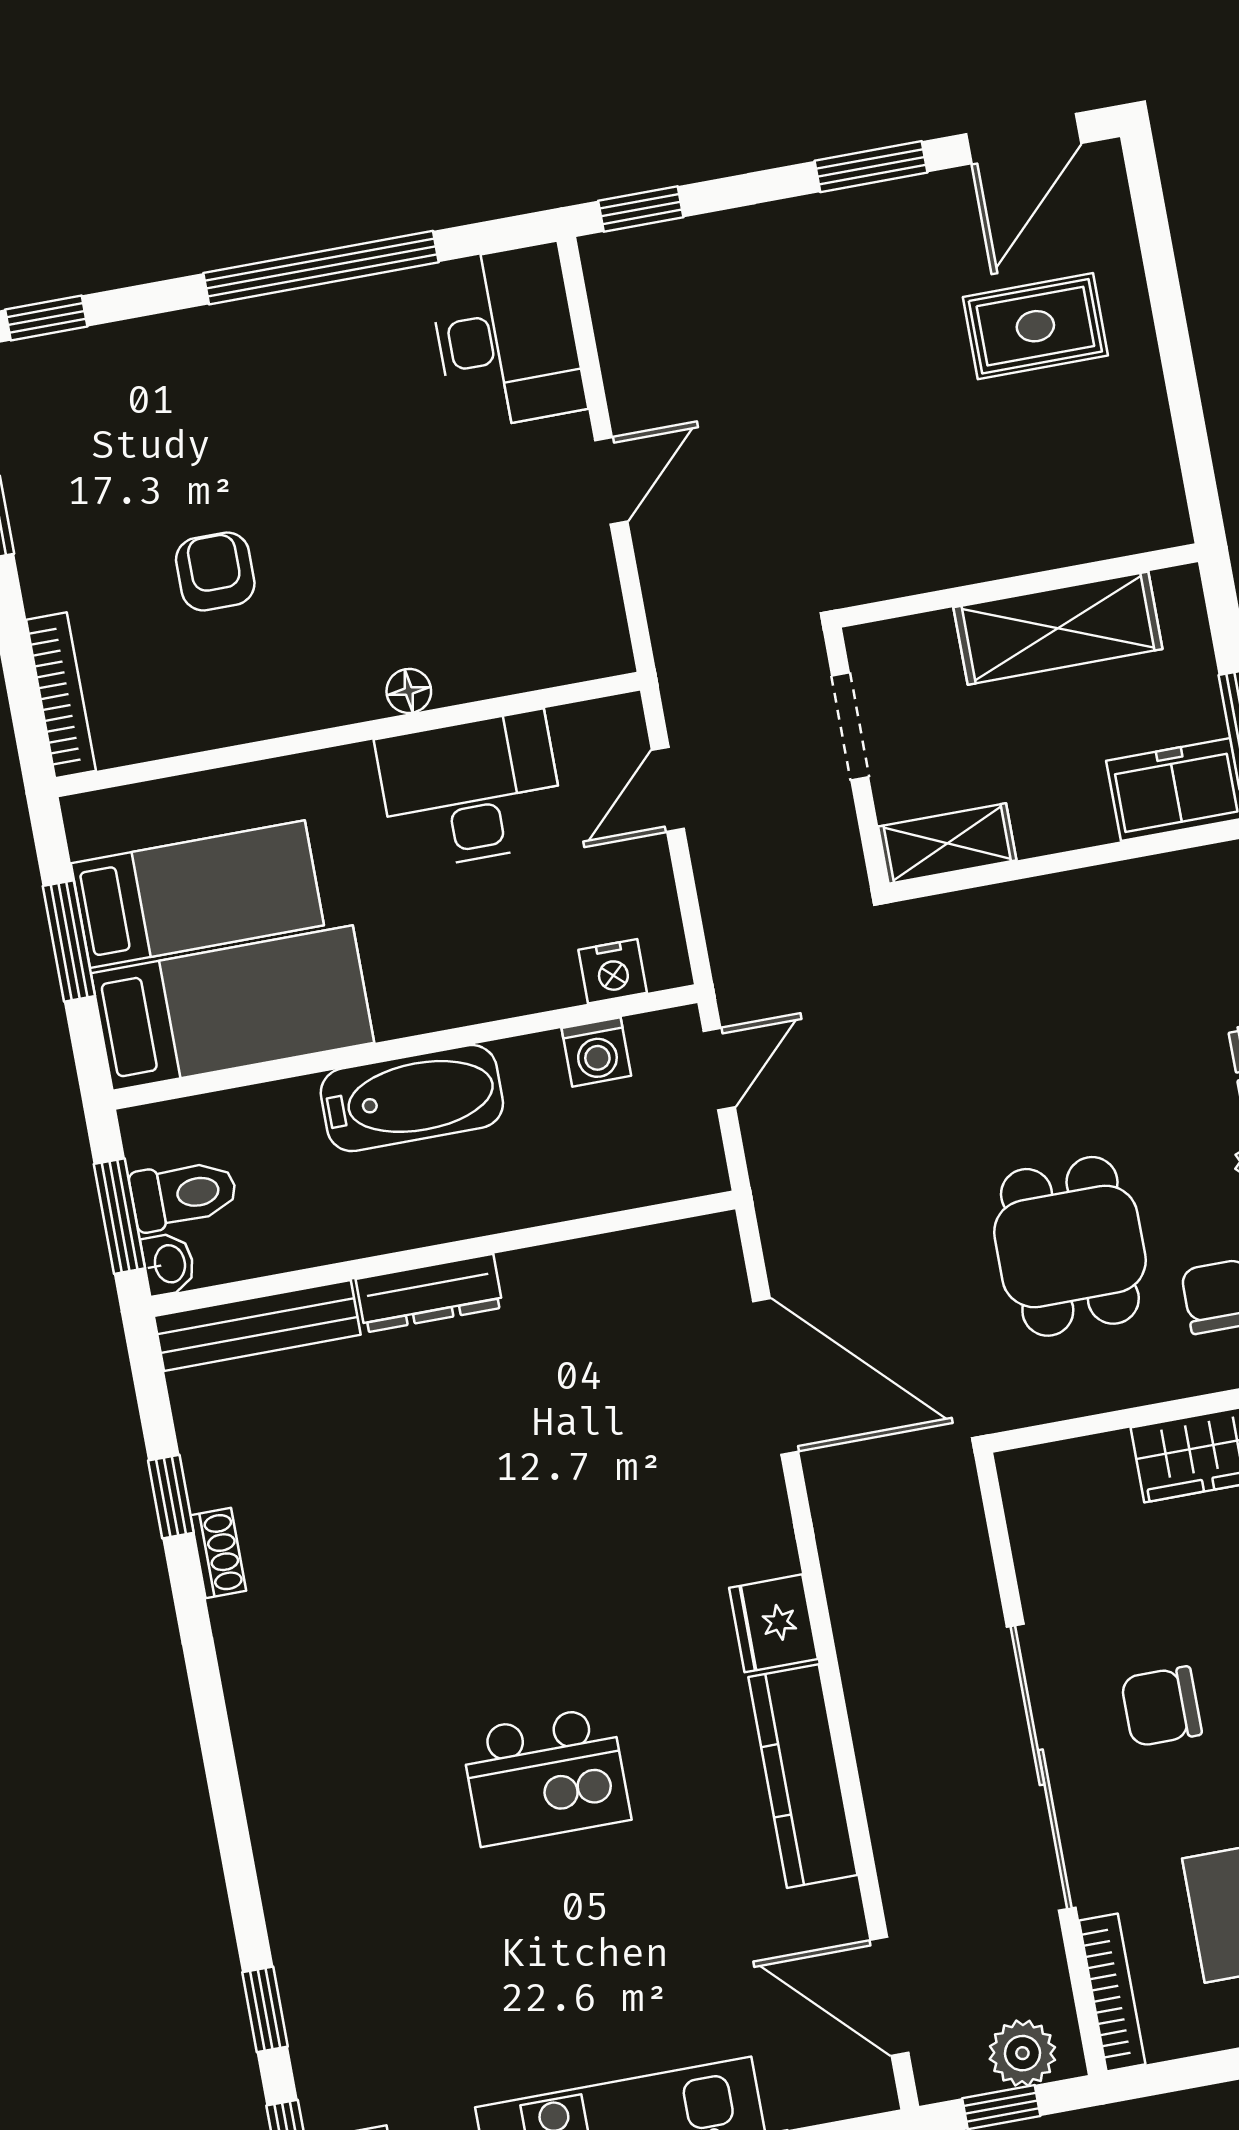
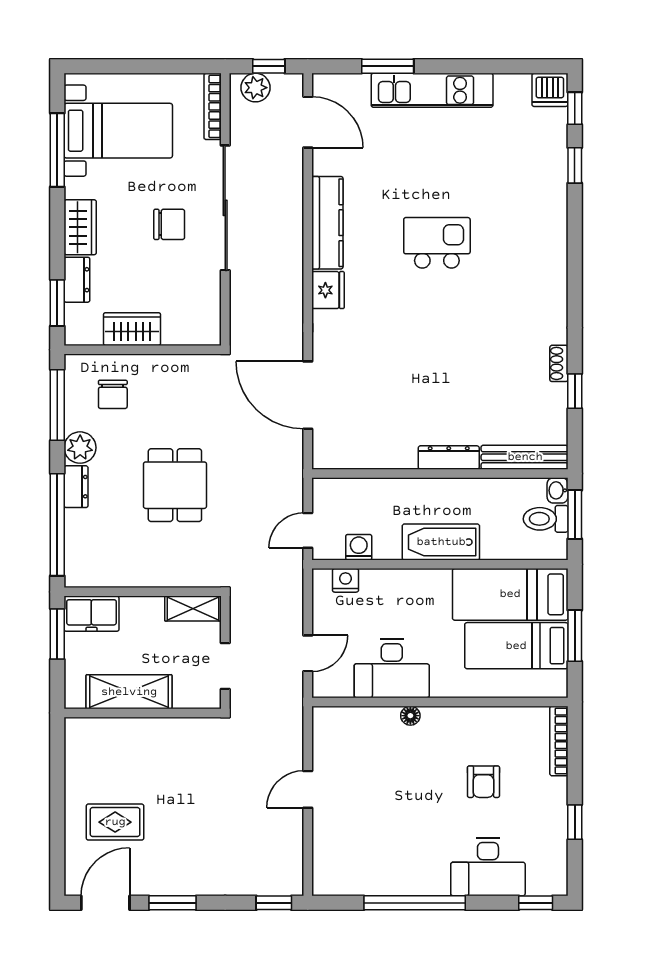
desk: (507, 337) -> (488, 867), moved, turned -90
dining table: (1070, 1246) -> (175, 485), moved

